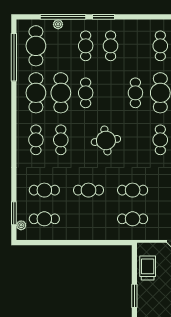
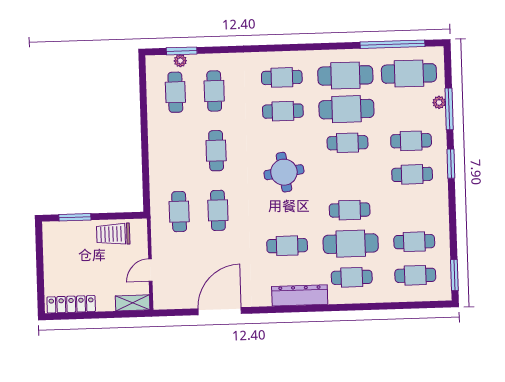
window: (63, 17) -> (449, 109), width x0.68
plant: (21, 225) -> (180, 61), moved
trolley: (148, 268) -> (113, 234), turned 180

